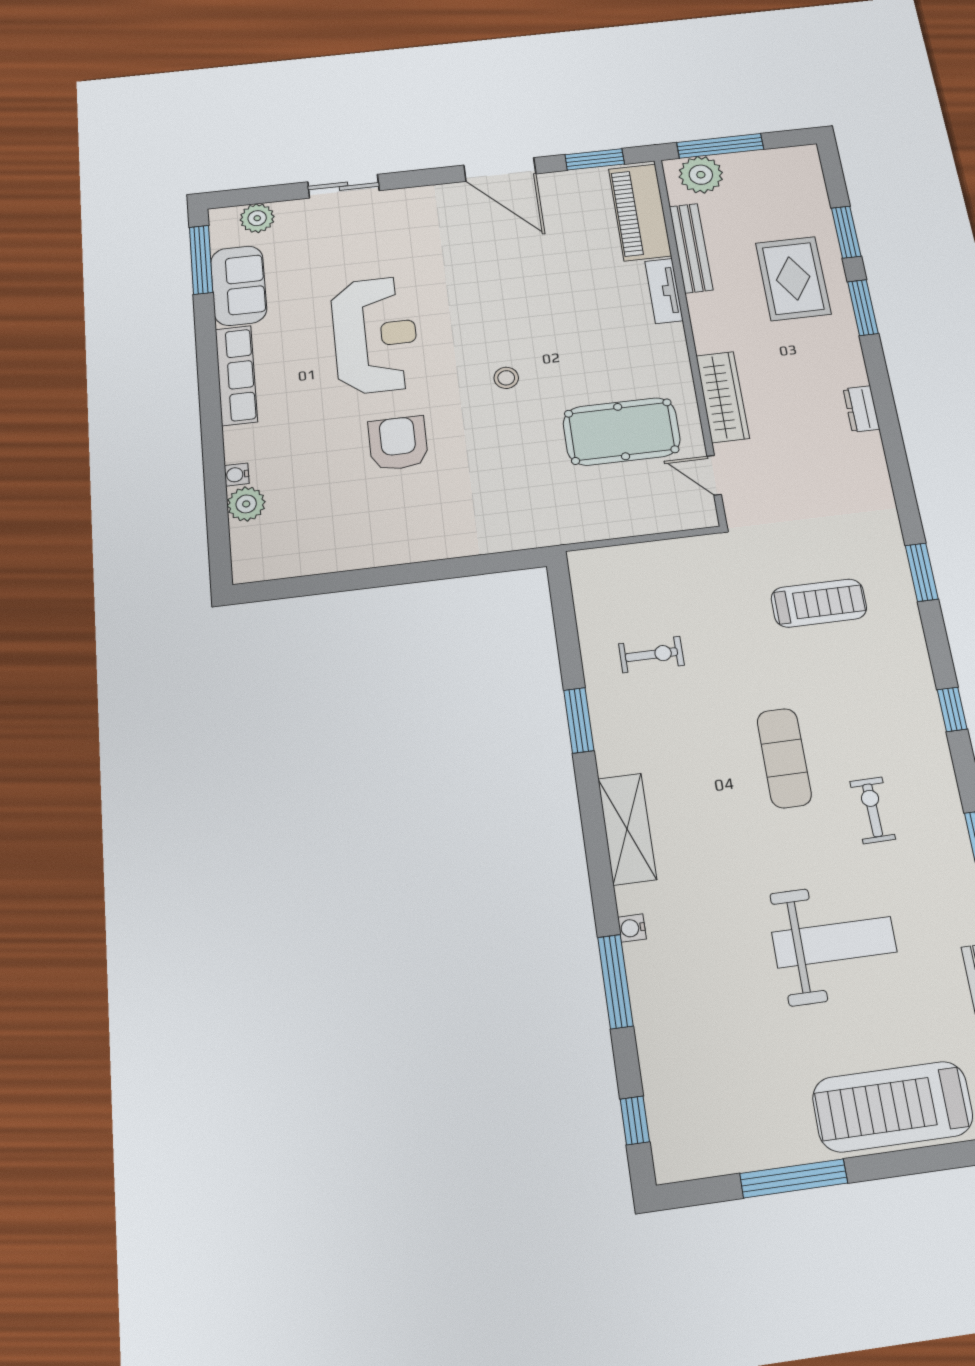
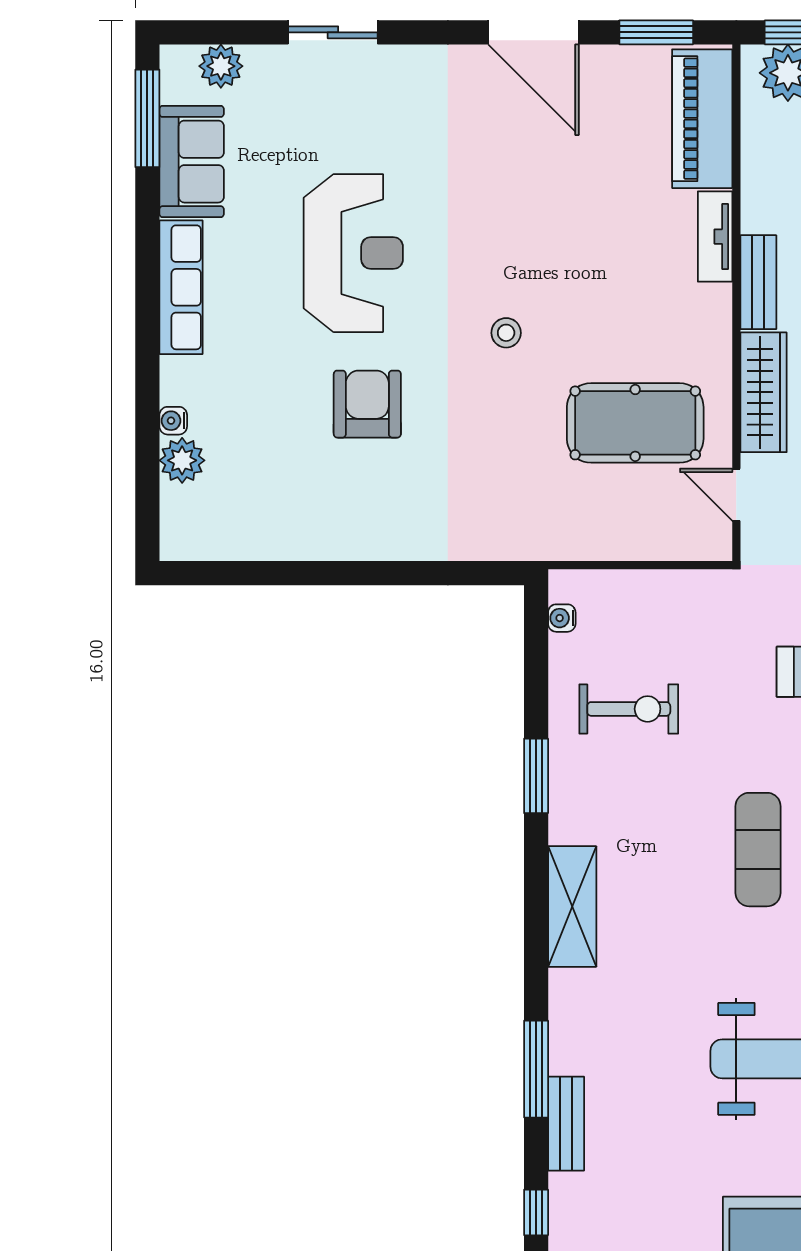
bench: (691, 248) -> (758, 282), moved, width x0.73
exercise bike: (651, 655) -> (629, 709), width x1.38, depth x1.39
water cooler: (632, 928) -> (562, 618), moved
bench: (651, 1030) -> (566, 1124), added

